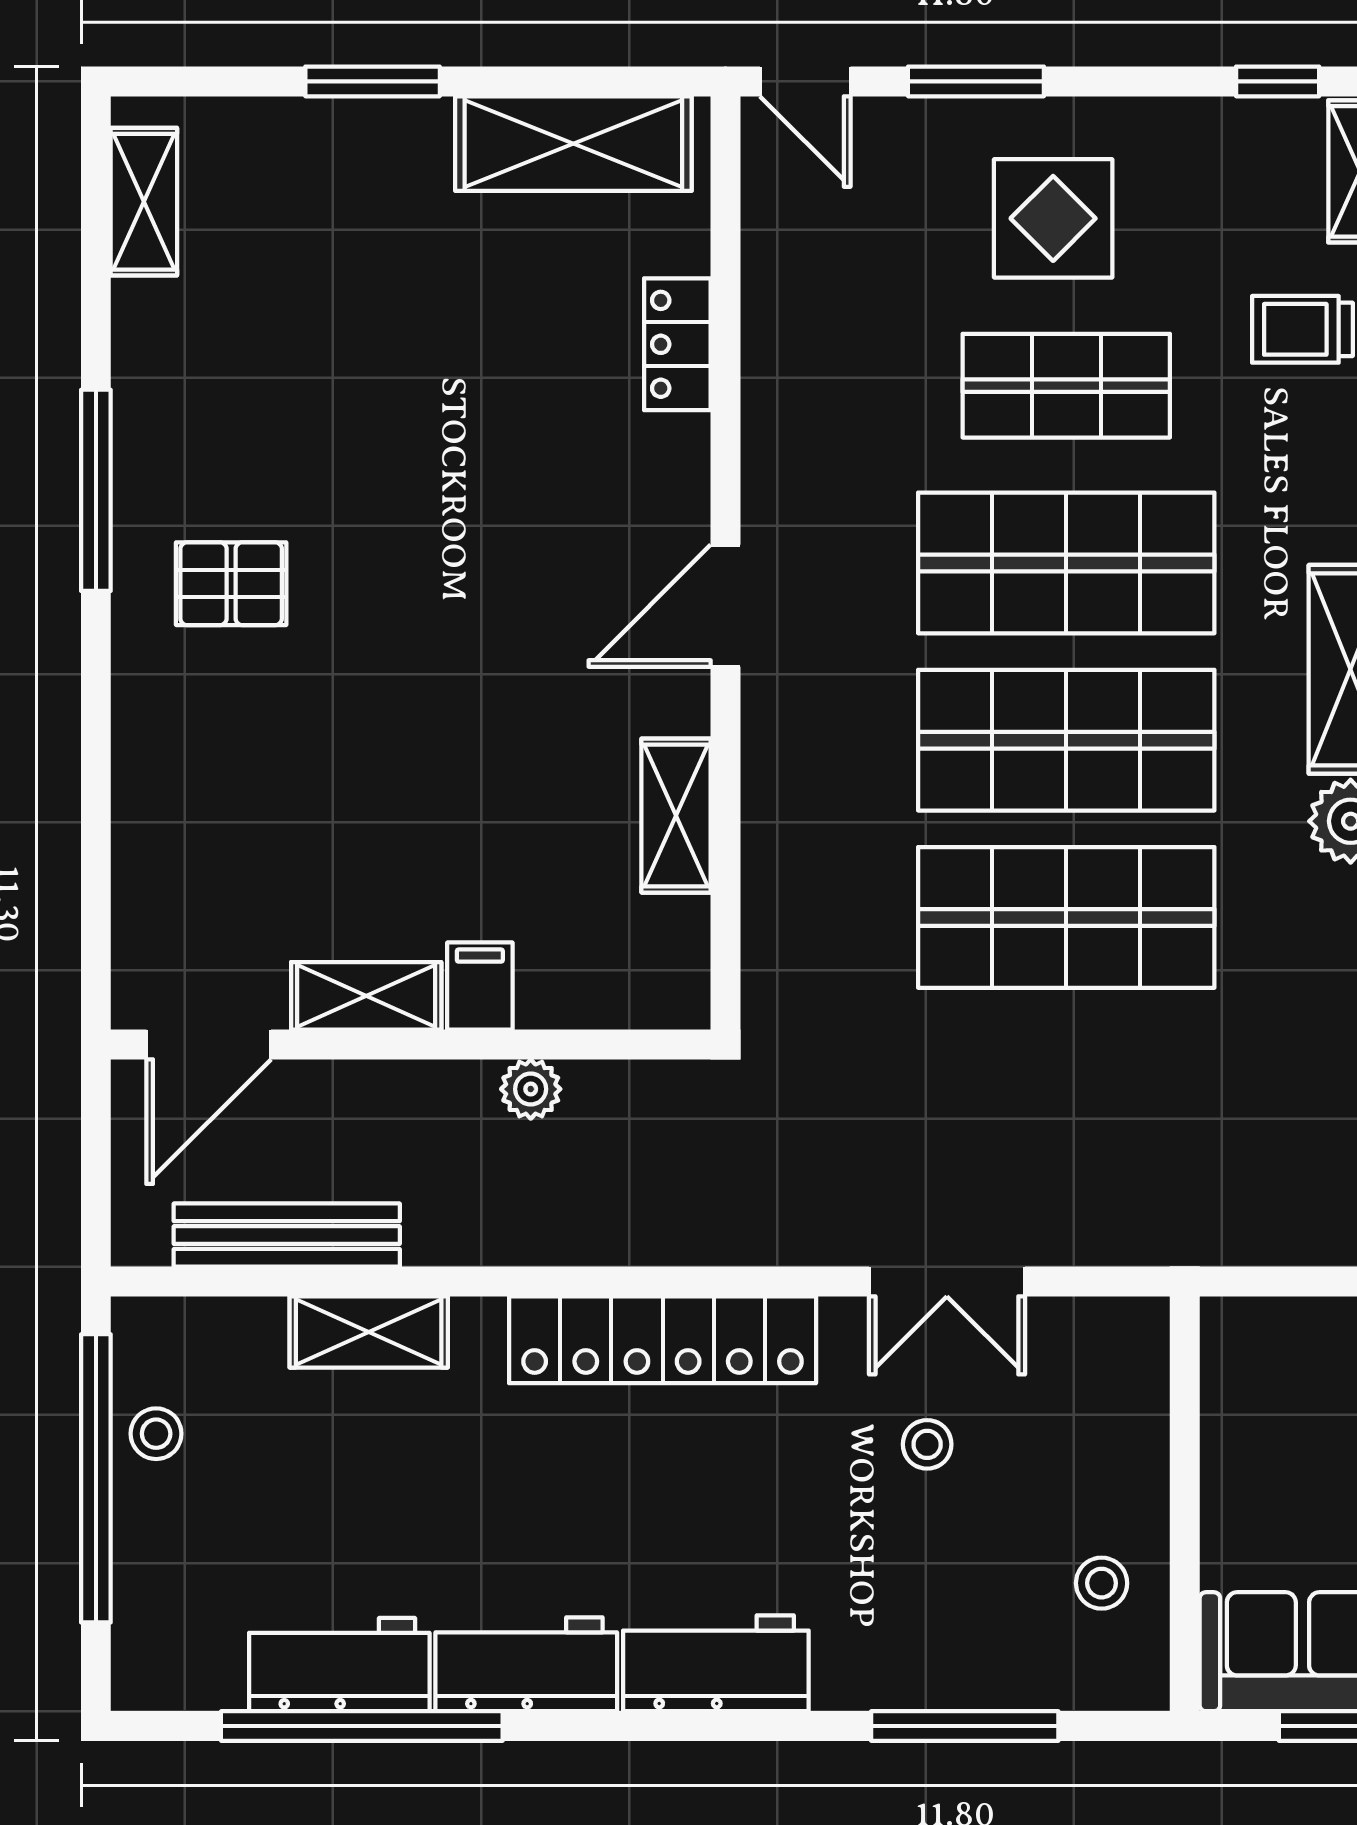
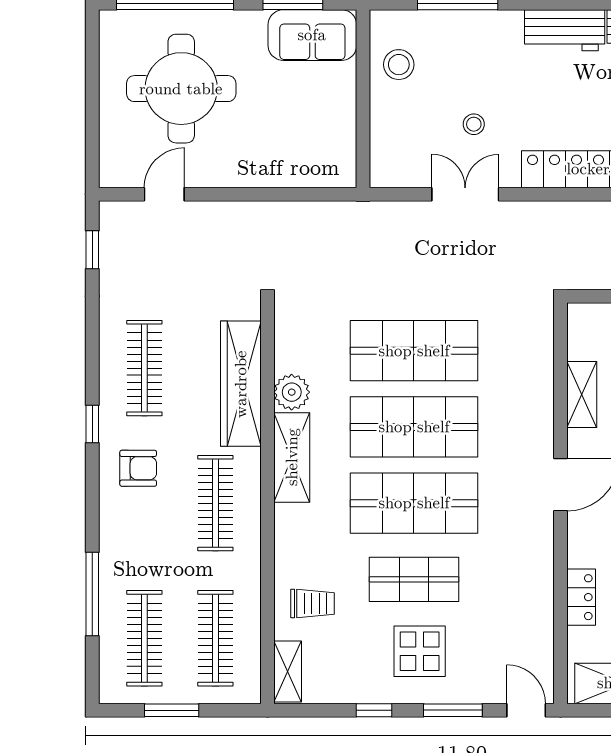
window: (1278, 81) -> (374, 710), moved
stool: (1102, 1583) -> (399, 65), width x1.37, depth x1.37

